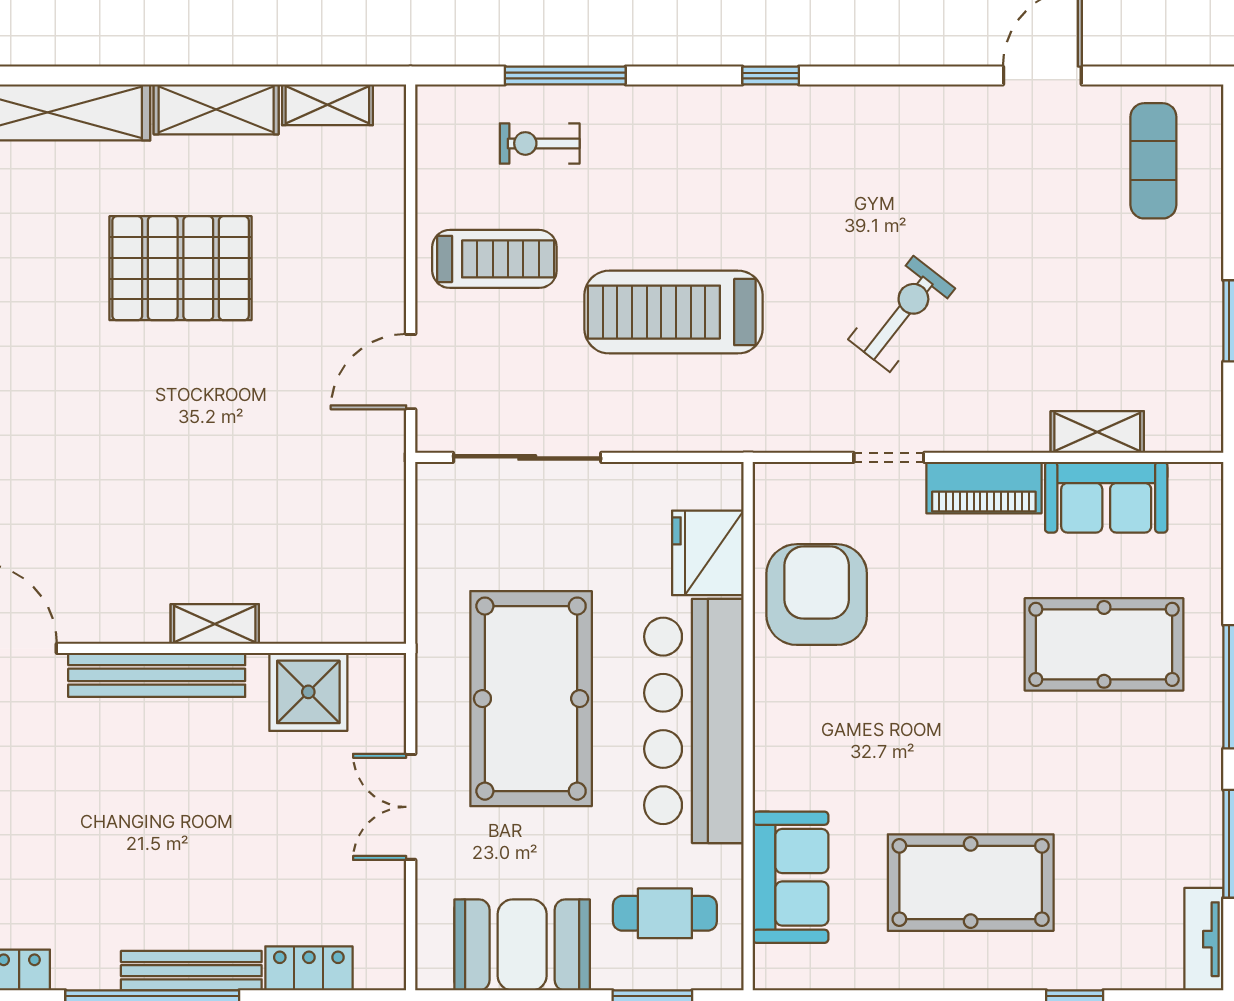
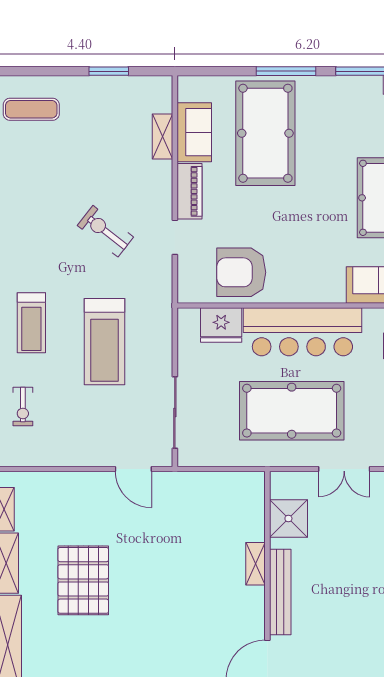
treadmill: (494, 259) -> (31, 323), moved, turned 180
pool table: (1104, 644) -> (265, 133), width x1.36, depth x1.32

